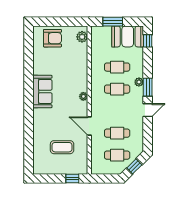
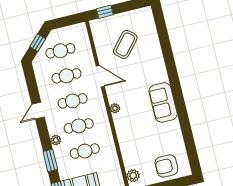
window: (148, 87) -> (50, 160), moved
cafe table: (117, 111) -> (73, 101), added
coffee table: (62, 147) -> (125, 44), turned -49

